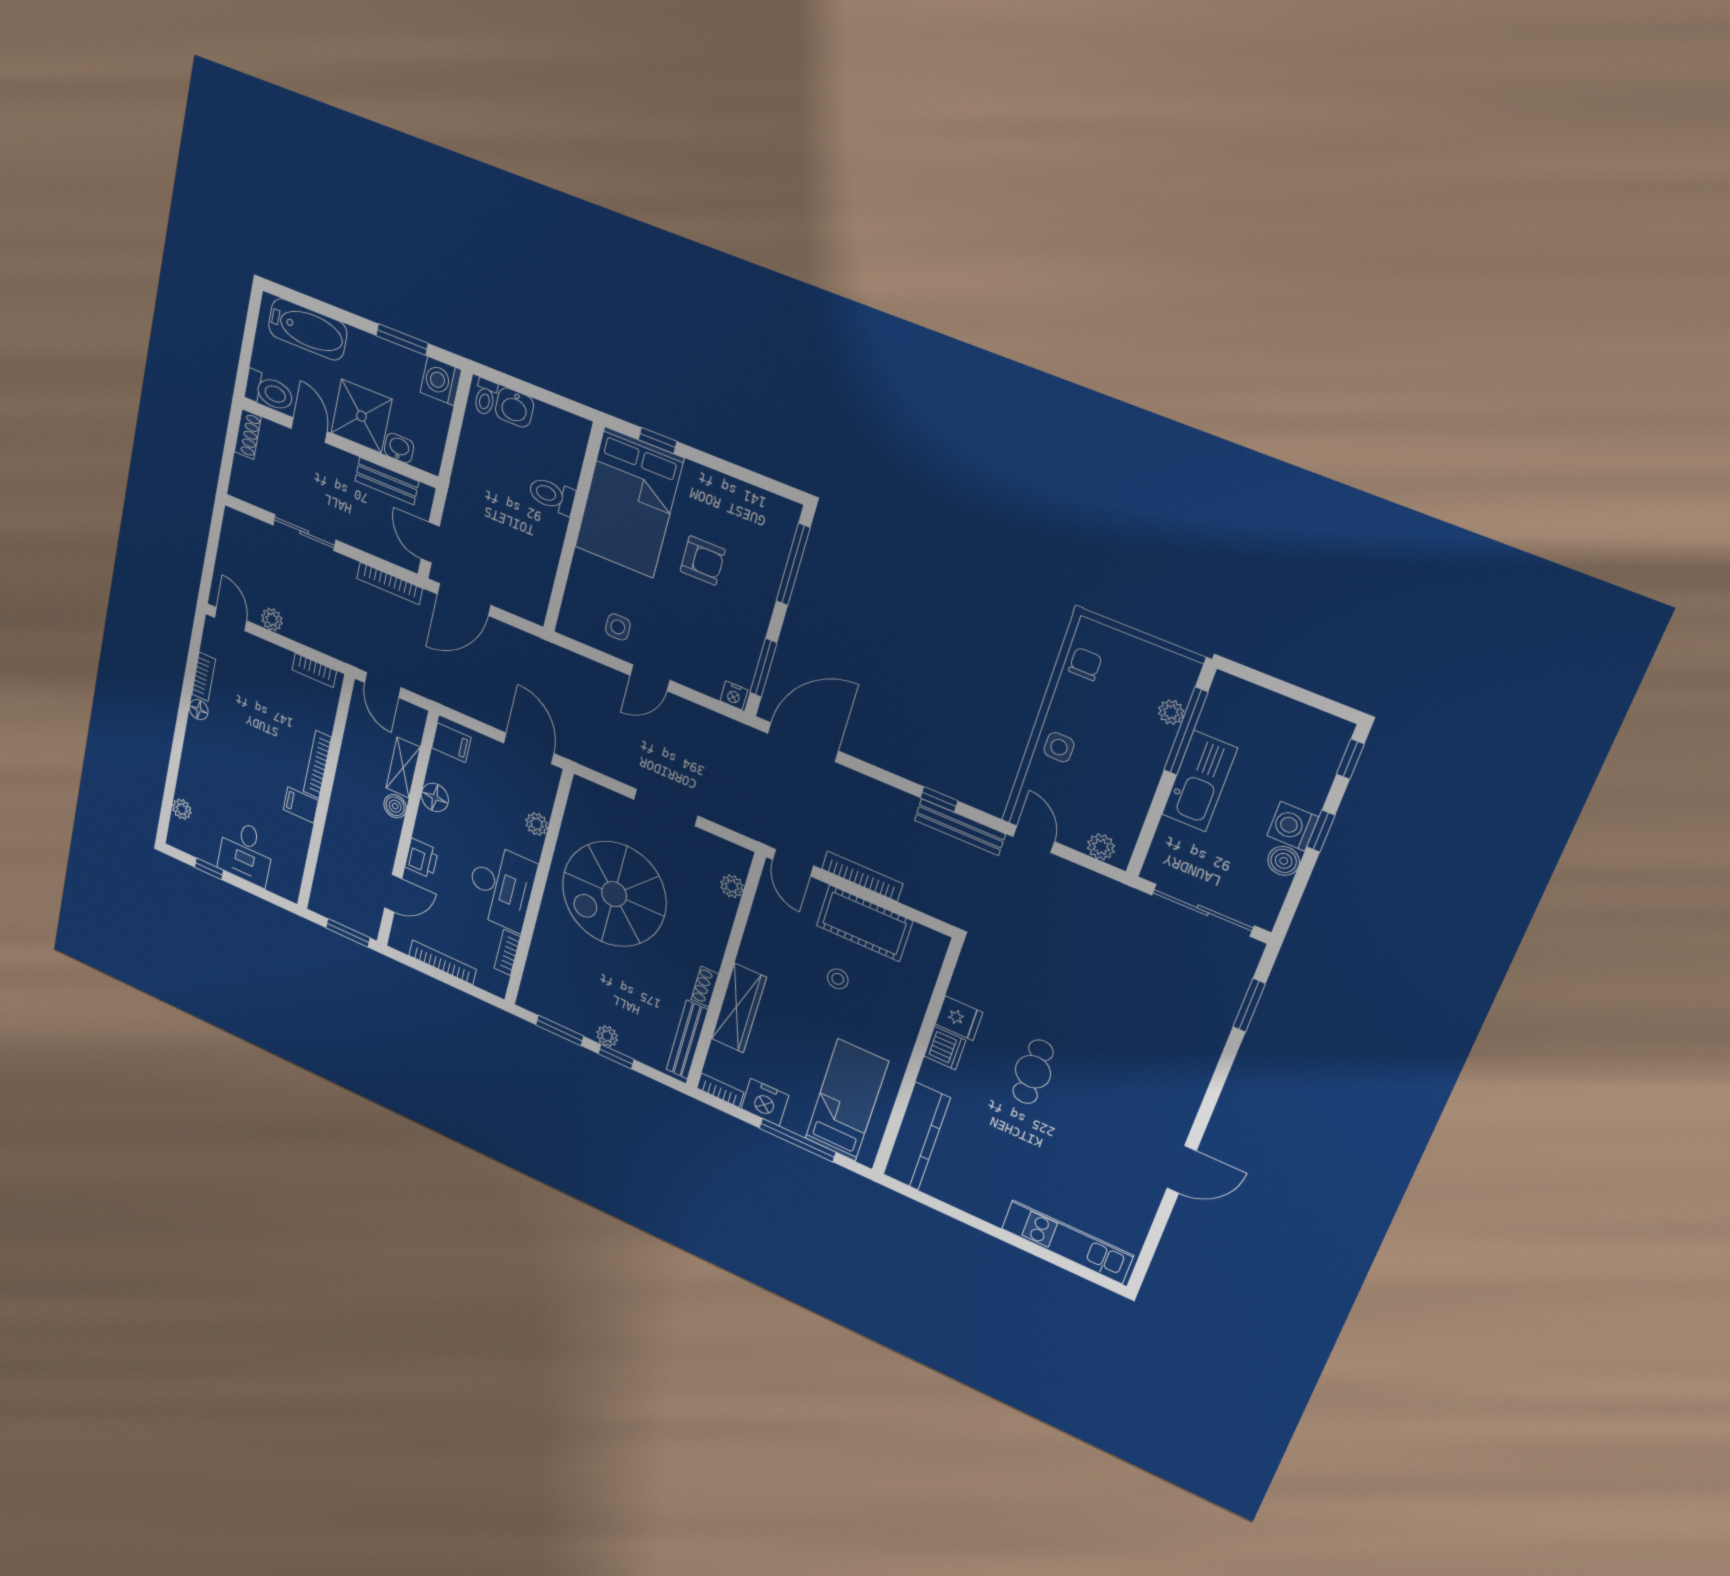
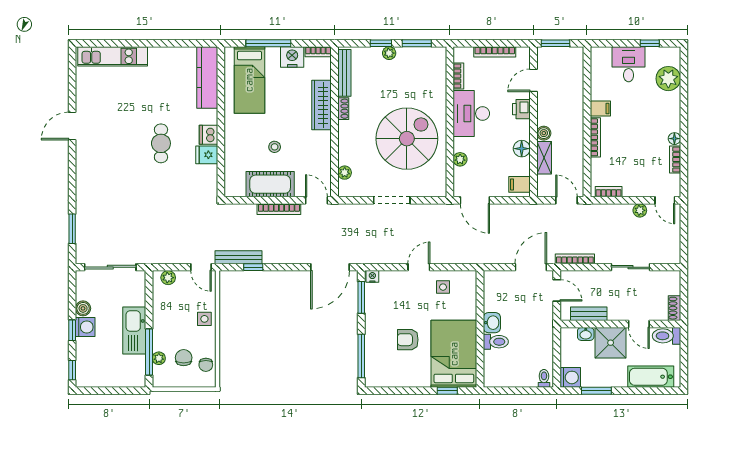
washbasin: (514, 408) -> (492, 323), moved, turned 90
chair: (1123, 694) -> (184, 358), added
plant: (182, 809) -> (668, 79), width x1.88, depth x1.88

